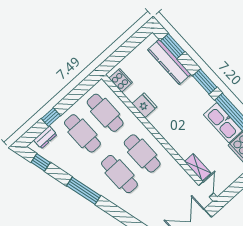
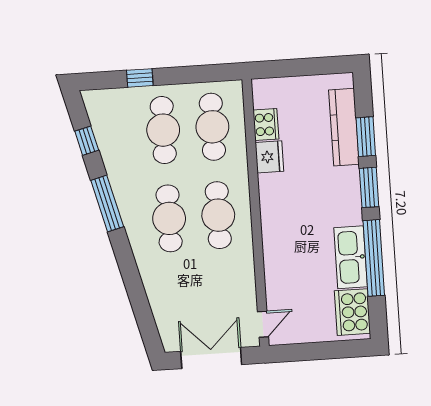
window: (173, 46) -> (366, 137), moved
cooker: (121, 80) -> (266, 124), moved
dresser: (45, 137) -> (112, 98), removed
window: (41, 162) -> (87, 141), moved
shelving: (198, 167) -> (274, 288), removed

